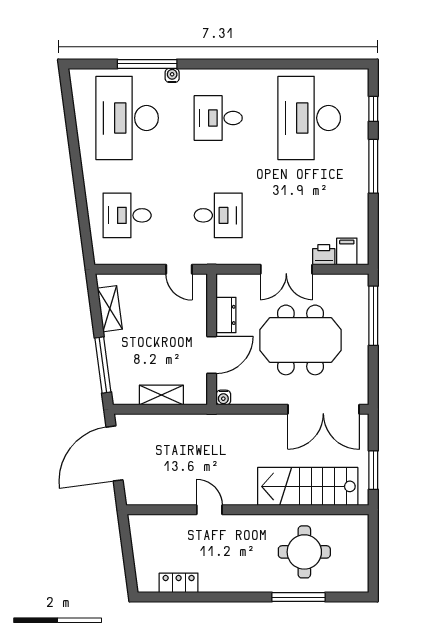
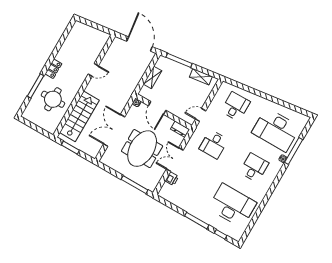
desk: (127, 118) -> (276, 130), turned 180
filing cabinet: (347, 252) -> (168, 189), removed
dresser: (226, 315) -> (180, 129), moved
double door: (323, 409) -> (114, 130), moved
locker: (179, 583) -> (53, 69), moved

